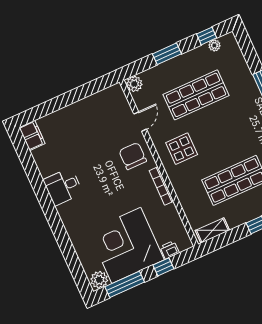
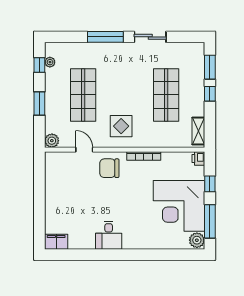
printer: (170, 250) -> (198, 159), moved

